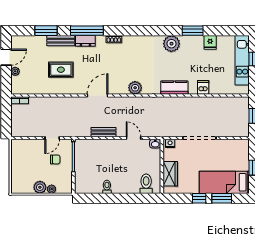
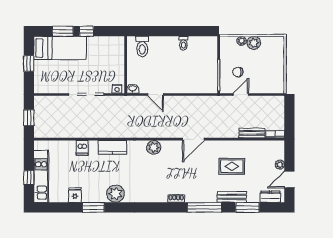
dresser: (85, 41) -> (270, 197), moved
bench: (103, 132) -> (252, 133), moved
wardrobe: (170, 174) -> (117, 57), removed

